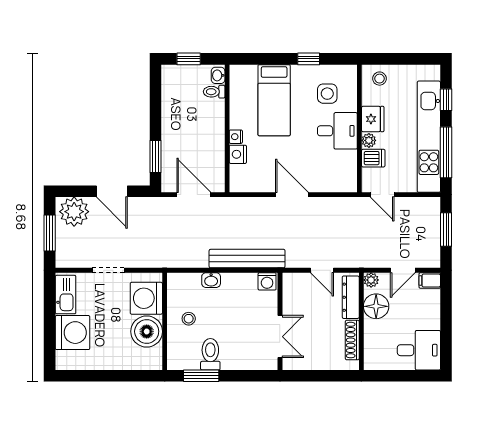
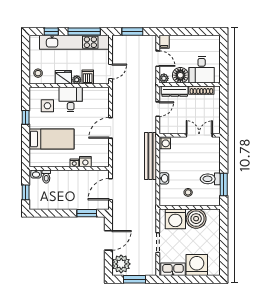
desk: (419, 350) -> (202, 70), moved, turned 180

